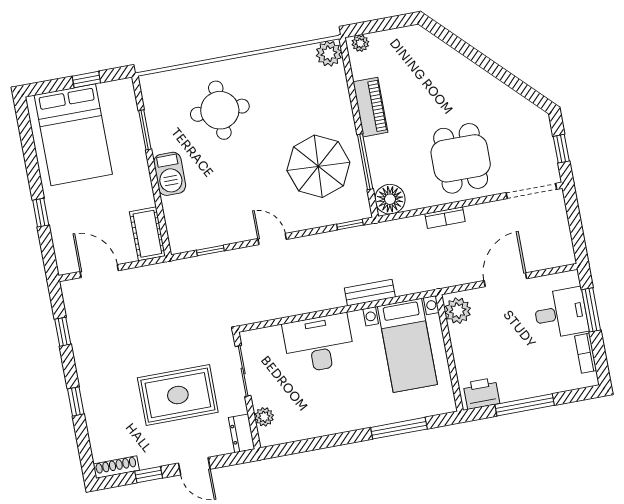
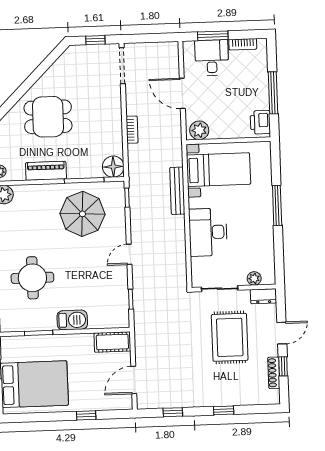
dining table: (461, 158) -> (48, 117), moved
bench: (370, 293) -> (177, 191), width x1.36
window: (399, 428) -> (277, 205), moved
shoe rack: (116, 467) -> (274, 373), moved

